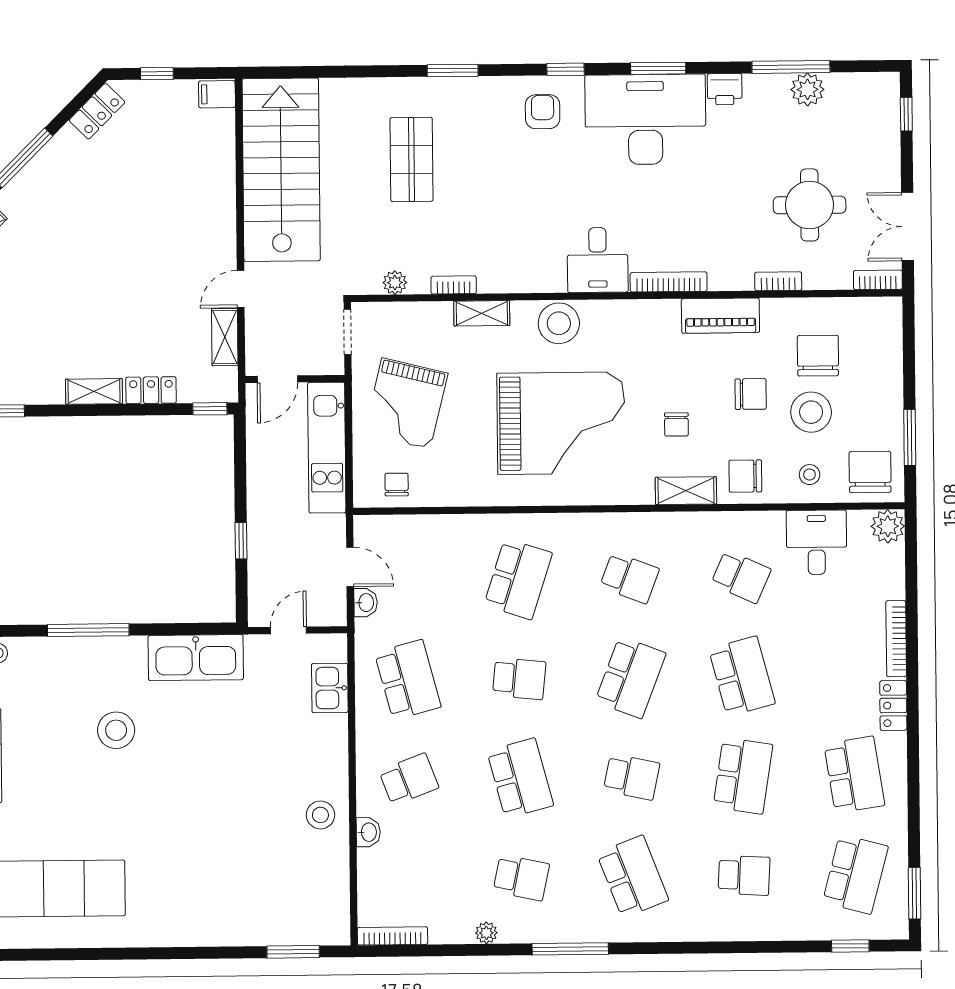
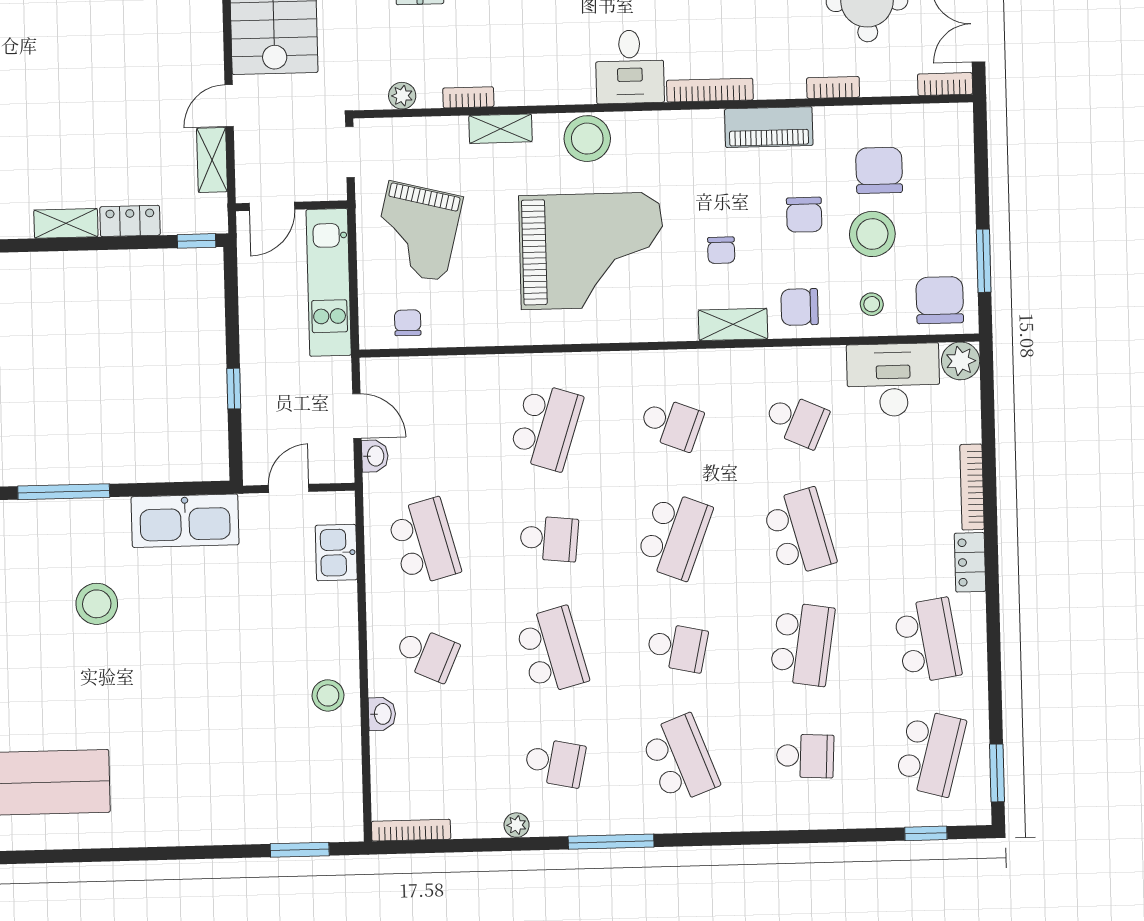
chair: (751, 394) -> (804, 215), turned 90
desk: (817, 542) -> (893, 380), width x1.37
school desk: (409, 779) -> (427, 654), turned 45

